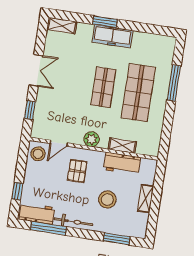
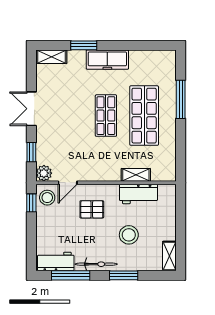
window: (105, 22) -> (84, 45), moved
double door: (36, 70) -> (31, 109), swing flipped
plant: (91, 139) -> (44, 173), moved
pallet: (77, 171) -> (92, 209), turned 90
window: (17, 191) -> (31, 203), moved
shelving: (146, 199) -> (169, 256), moved
window: (117, 239) -> (124, 275), moved

